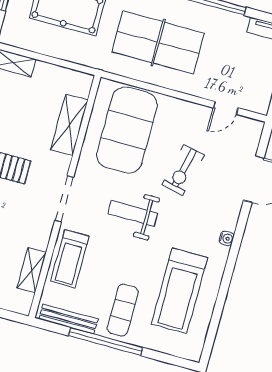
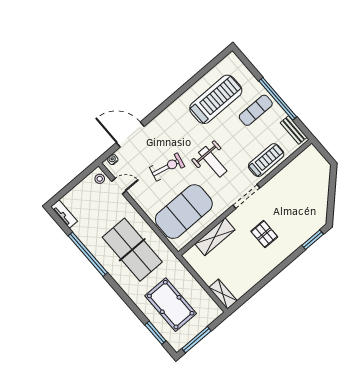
stool: (255, 101) -> (100, 179), added
water cooler: (227, 238) -> (113, 159), moved
shelving: (32, 270) -> (292, 168), removed
bench: (68, 319) -> (294, 130), width x0.73

